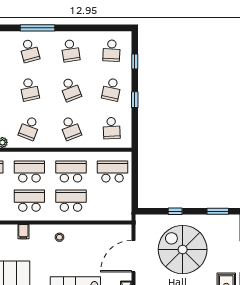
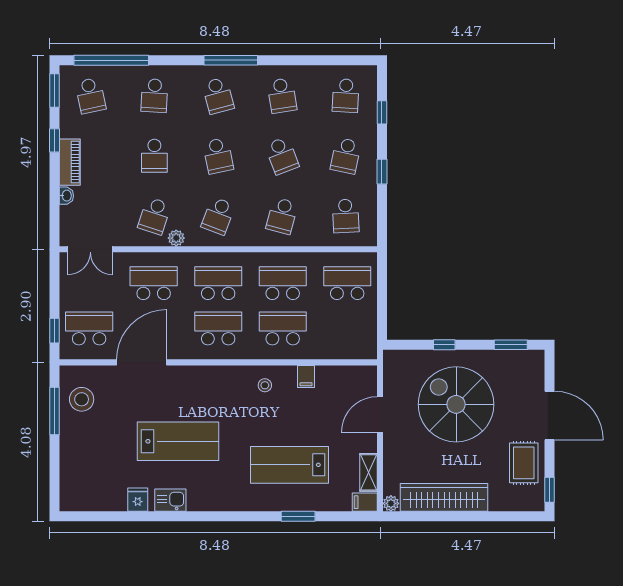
school desk: (70, 128) -> (282, 216), turned 36
filing cabinet: (23, 232) -> (306, 376), moved
door: (134, 256) -> (380, 415), width x0.73

